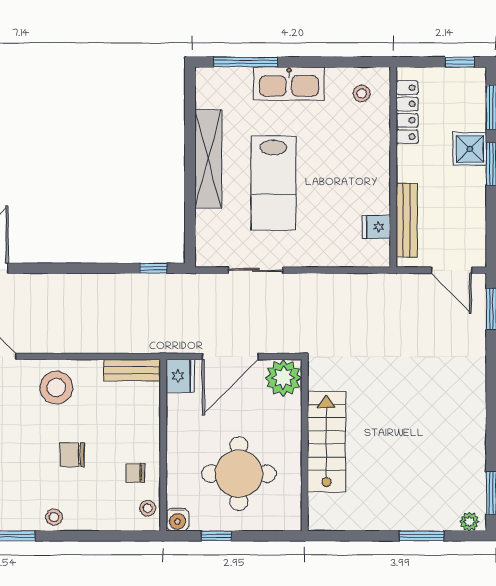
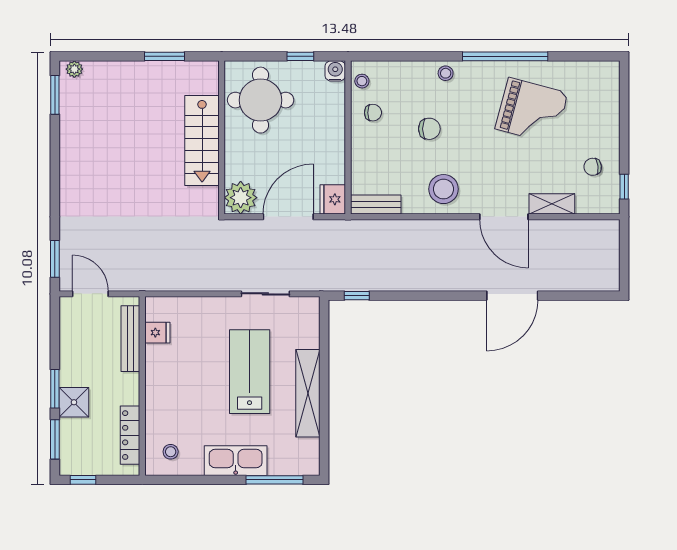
round table: (239, 474) -> (261, 100), moved
window: (422, 536) -> (164, 56), moved

